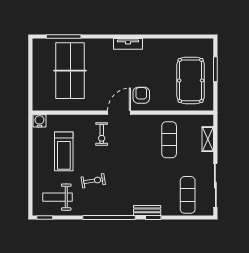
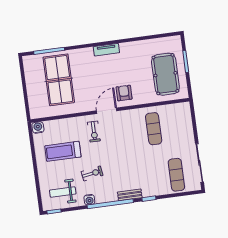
shelving: (208, 139) -> (187, 124), removed
treadmill: (64, 151) -> (63, 151), turned 90
water cooler: (86, 210) -> (89, 200), added
bench: (147, 210) -> (130, 195), moved

